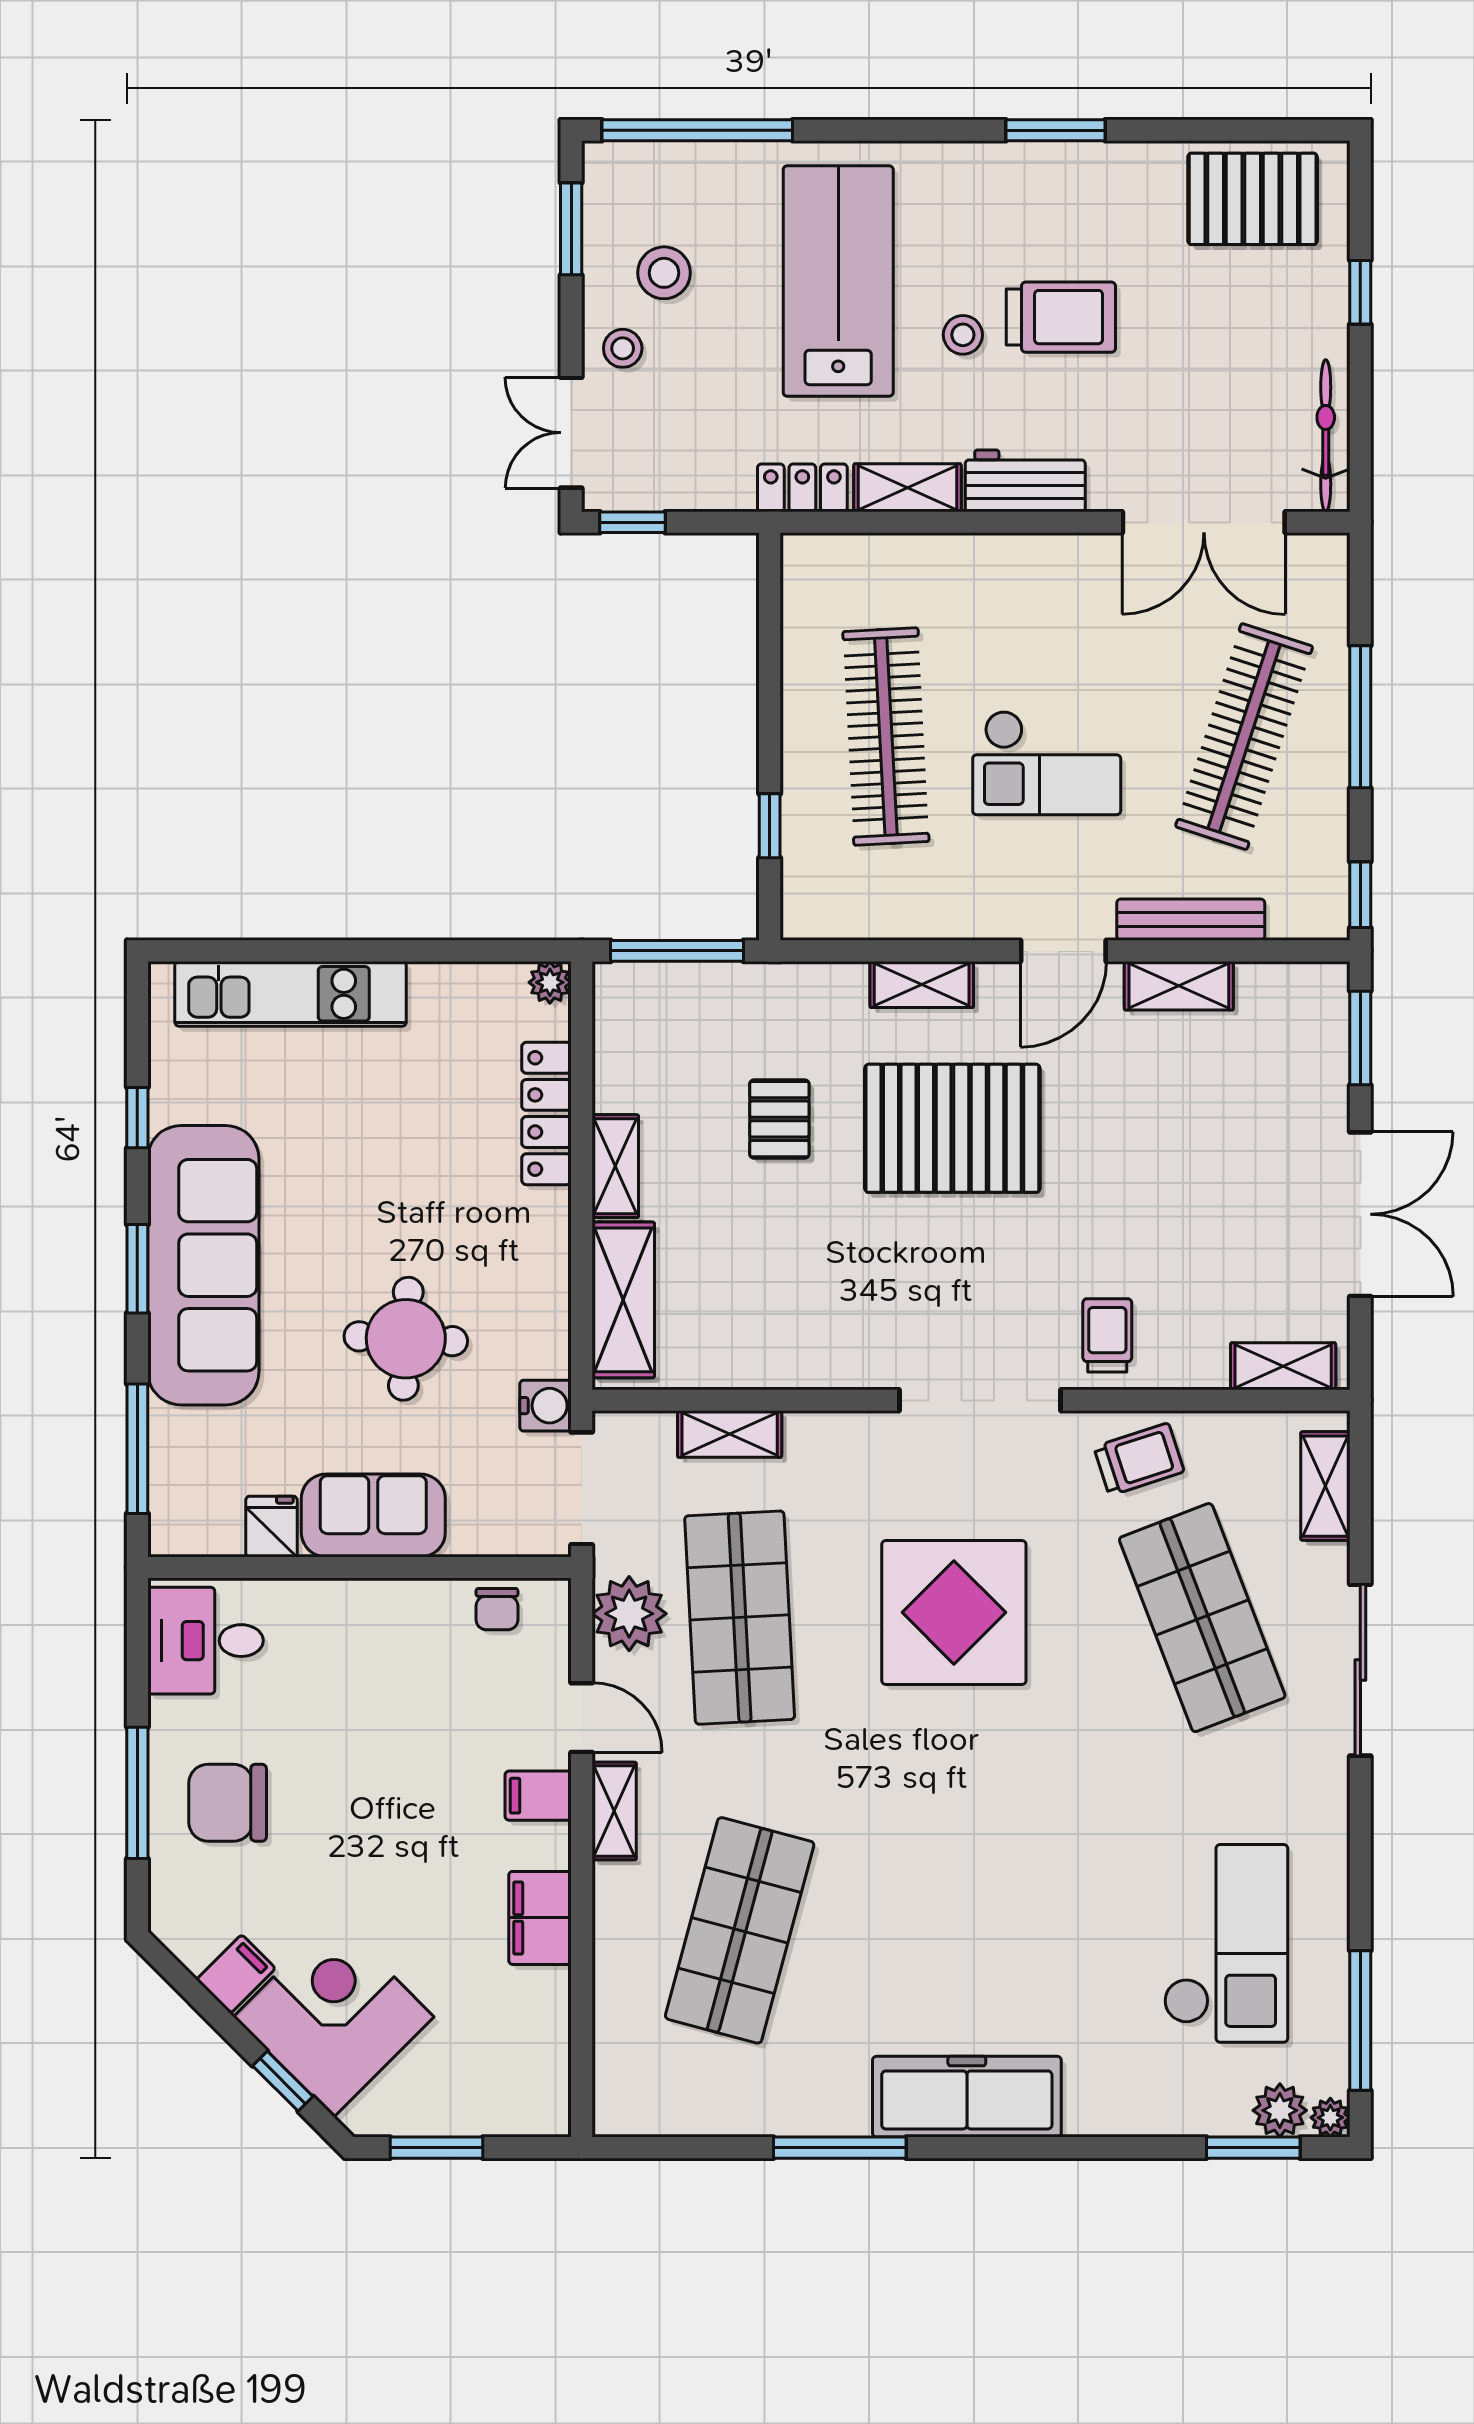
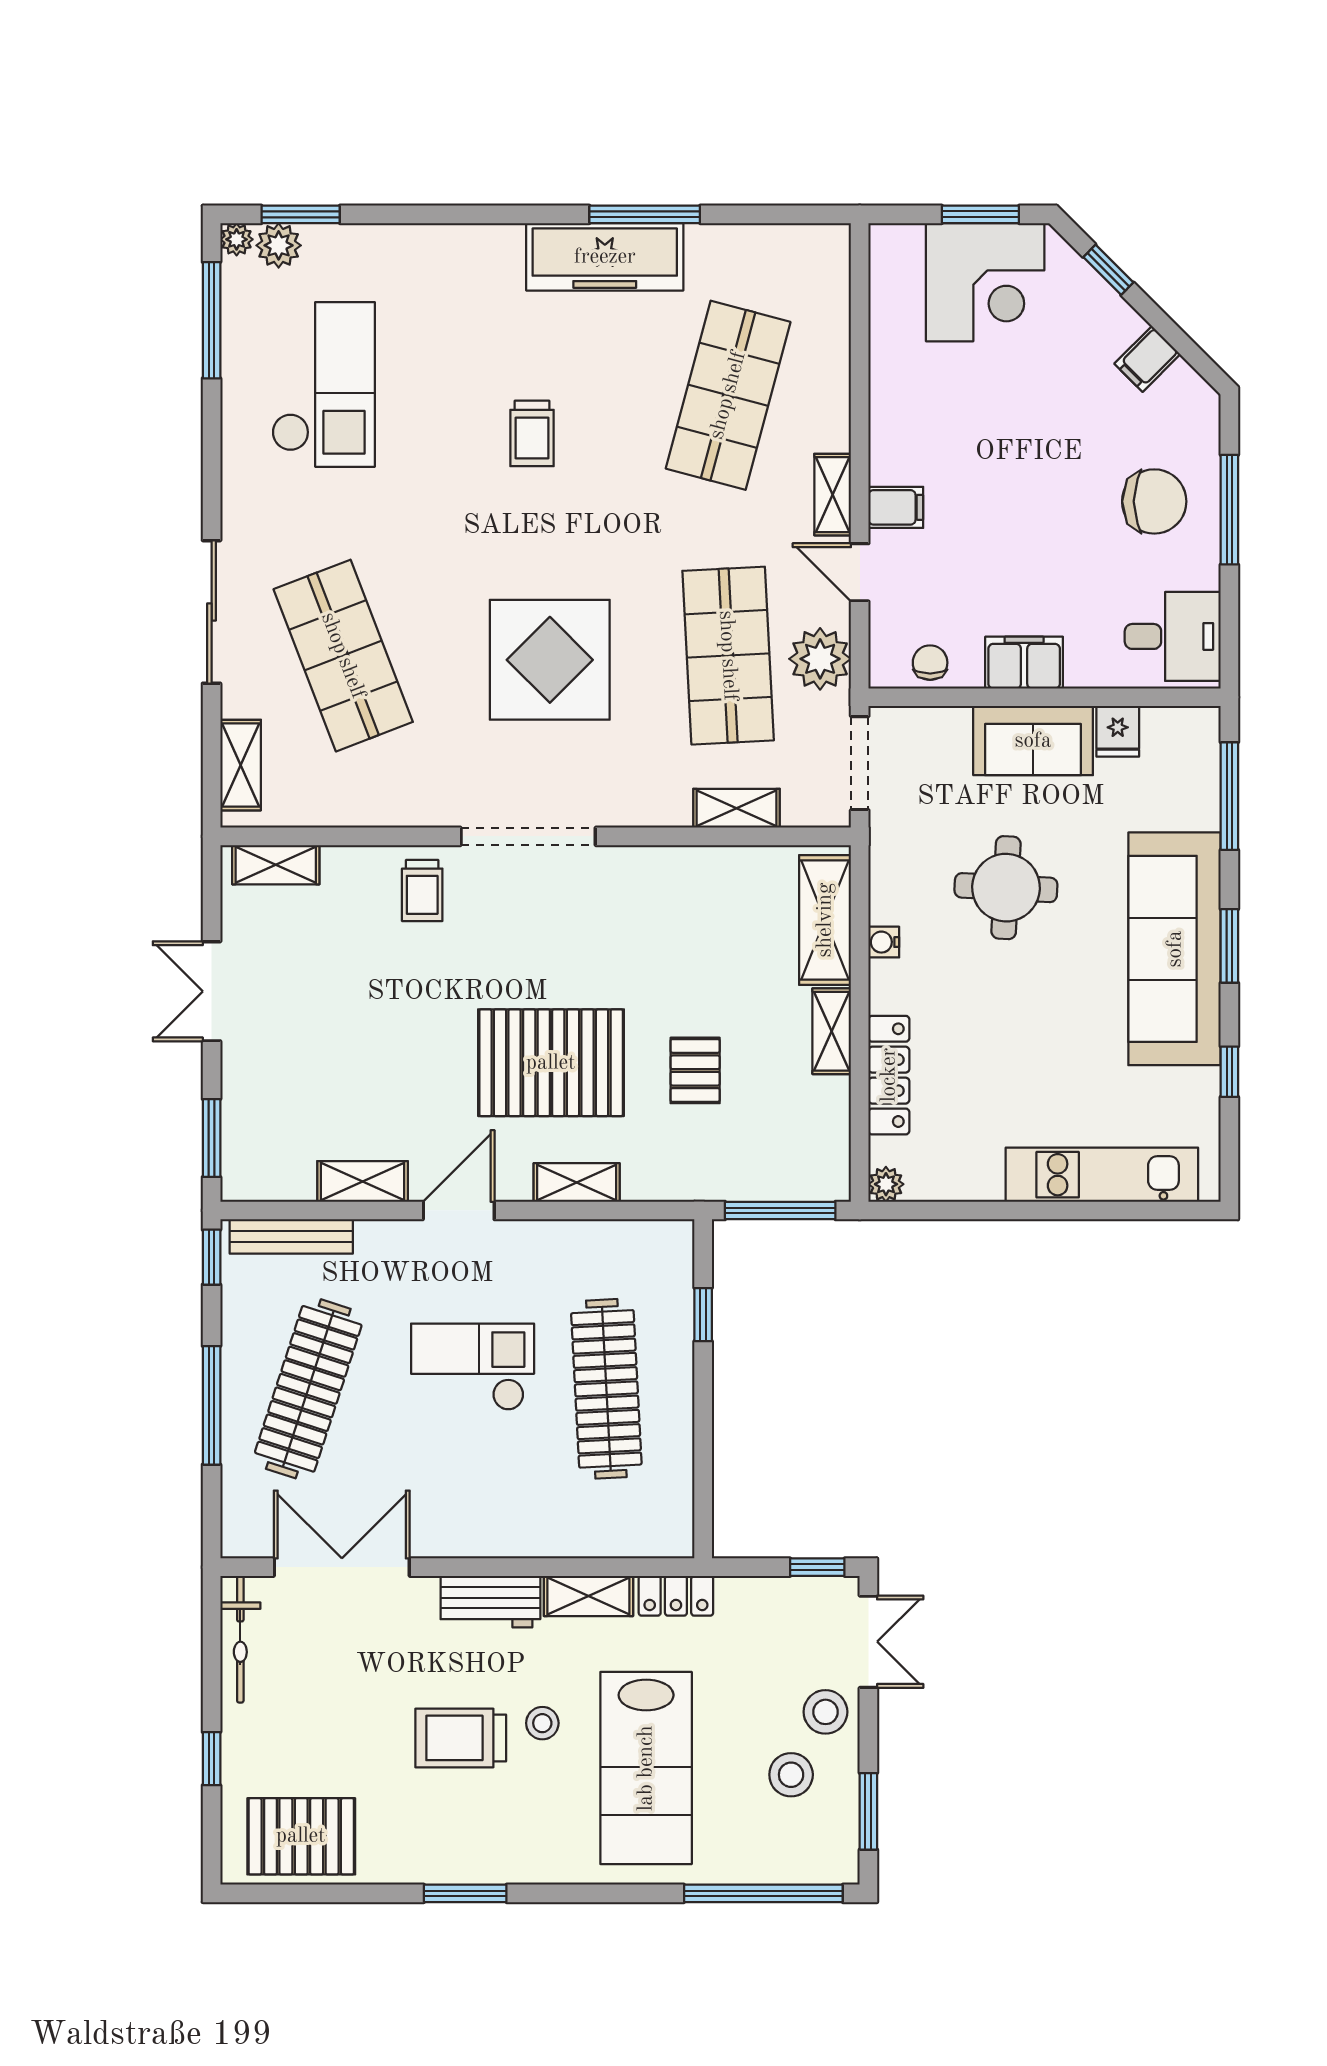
stool: (623, 348) -> (825, 1712), width x1.37, depth x1.37
bench: (1191, 920) -> (291, 1236), moved
double door: (1360, 1214) -> (212, 991), width x0.73
water cooler: (545, 1406) -> (884, 942), moved, width x0.72, depth x0.72
trolley: (1139, 1459) -> (532, 433), moved, turned -72
filing cabinet: (540, 1918) -> (1024, 663), moved, turned -90
checkout: (1226, 1943) -> (323, 384), turned 180
corner desk: (334, 2017) -> (985, 282), moved, turned -45
freezer: (967, 2097) -> (605, 257), moved

